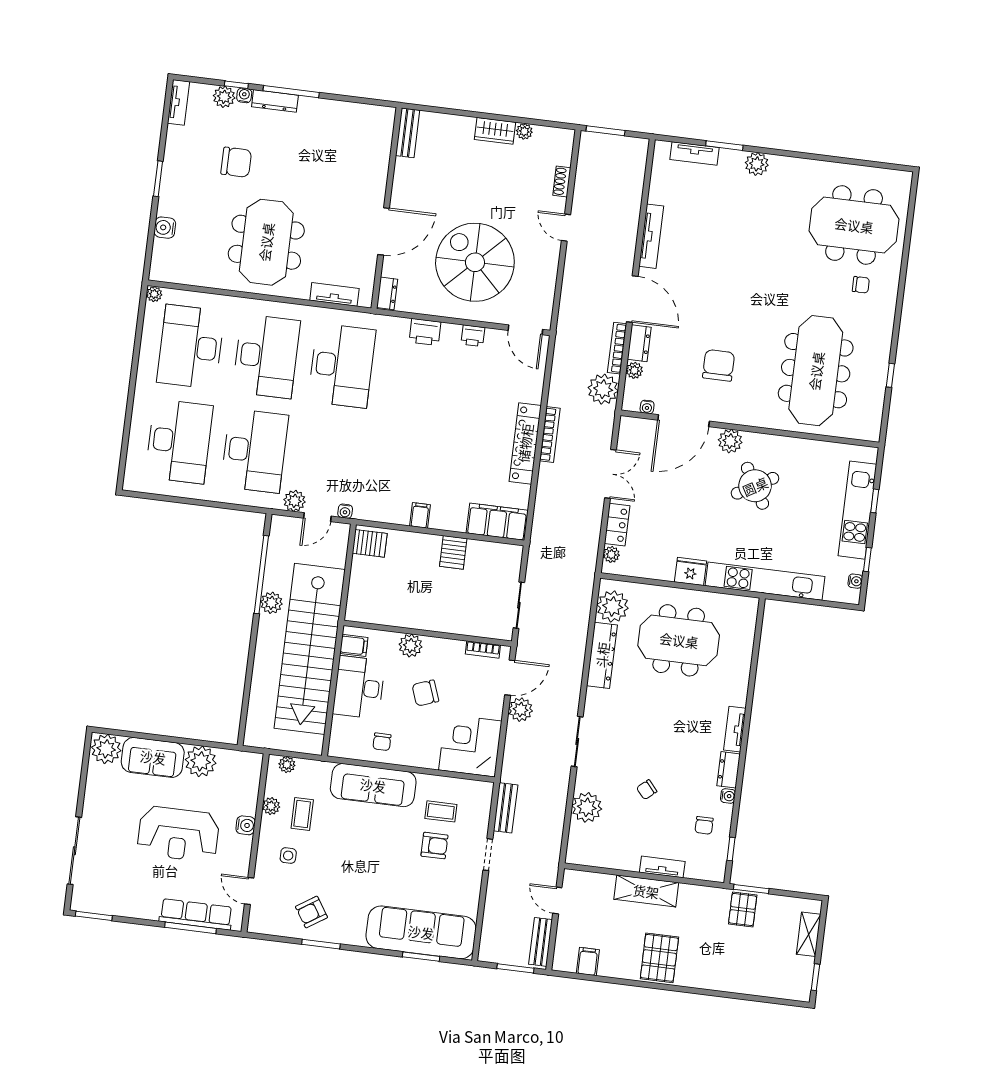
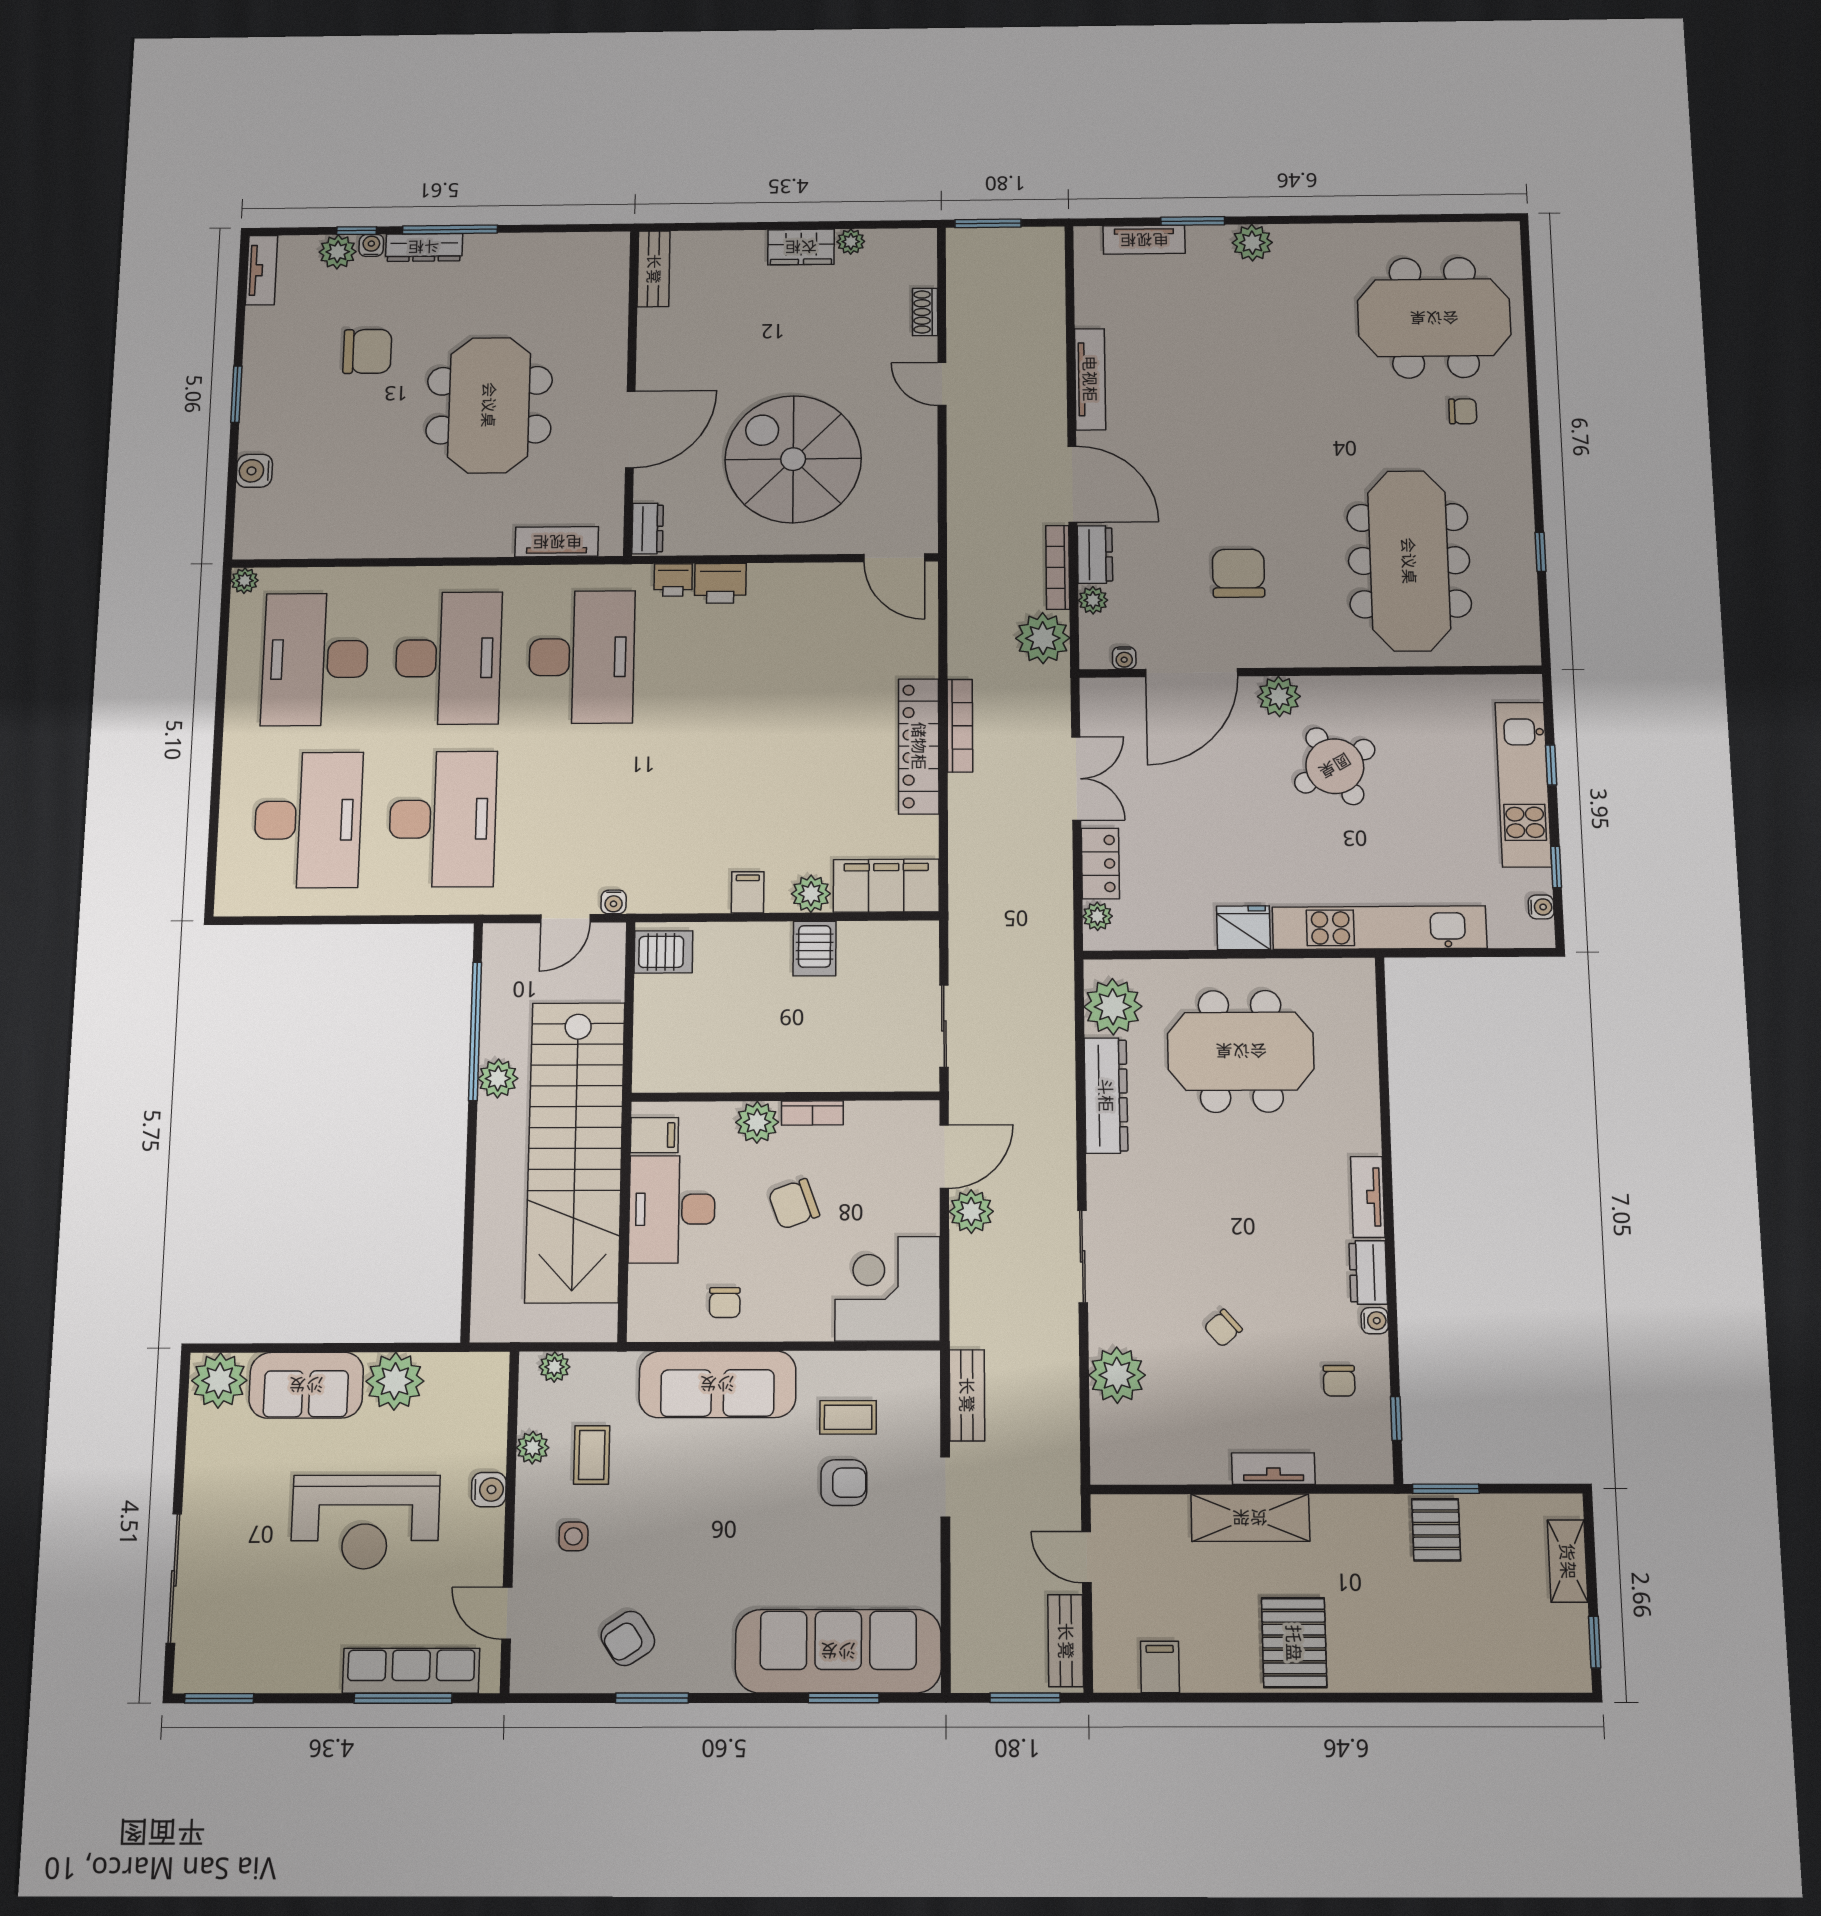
meeting table: (266, 242) -> (489, 405), moved
printer: (473, 336) -> (673, 580), moved
plant: (294, 501) -> (811, 894), moved
bookcase: (483, 650) -> (812, 1113), moved

